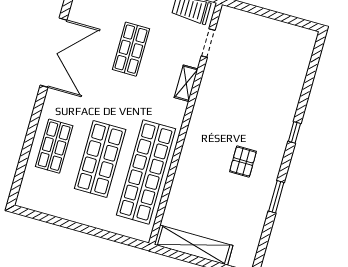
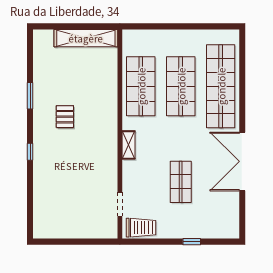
shelving: (186, 83) -> (128, 145), moved
shop shelf: (54, 146) -> (221, 86), width x2.00, depth x1.36
shop shelf: (146, 172) -> (141, 86), width x0.71

